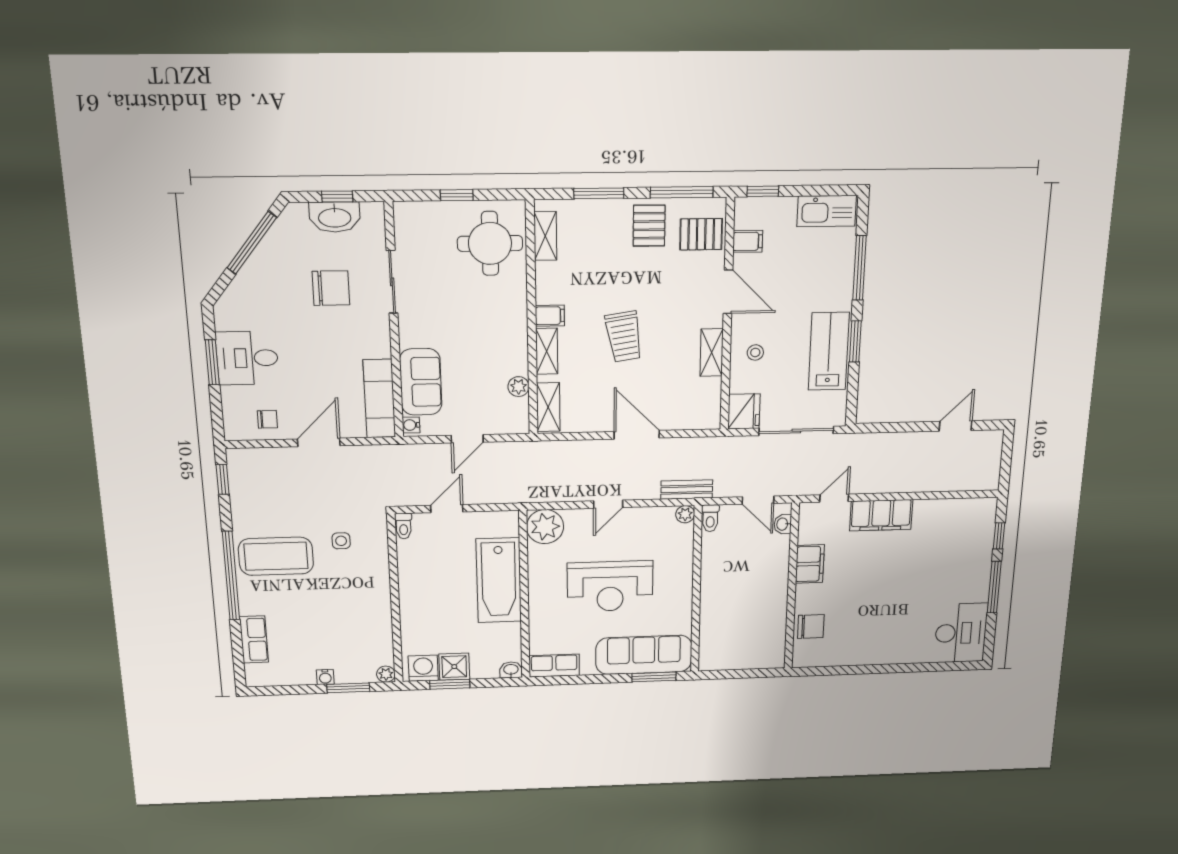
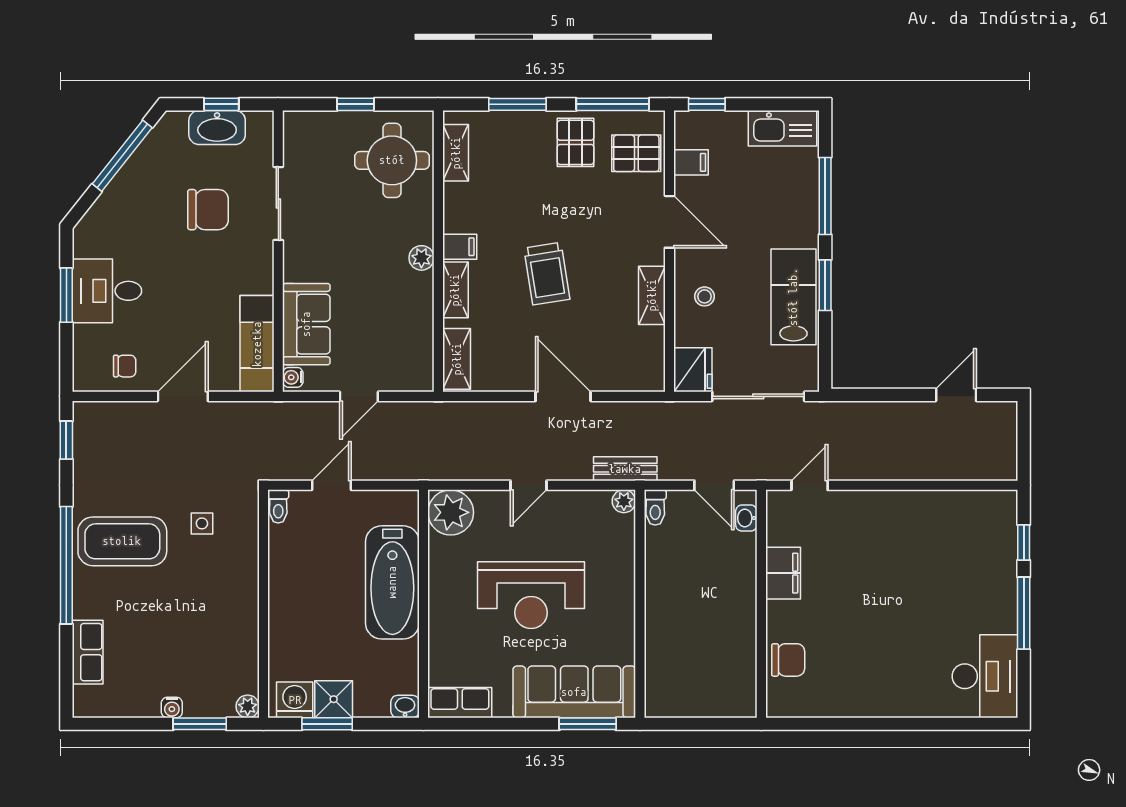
plant: (519, 387) -> (421, 258), moved
filing cabinet: (881, 515) -> (870, 510), removed

